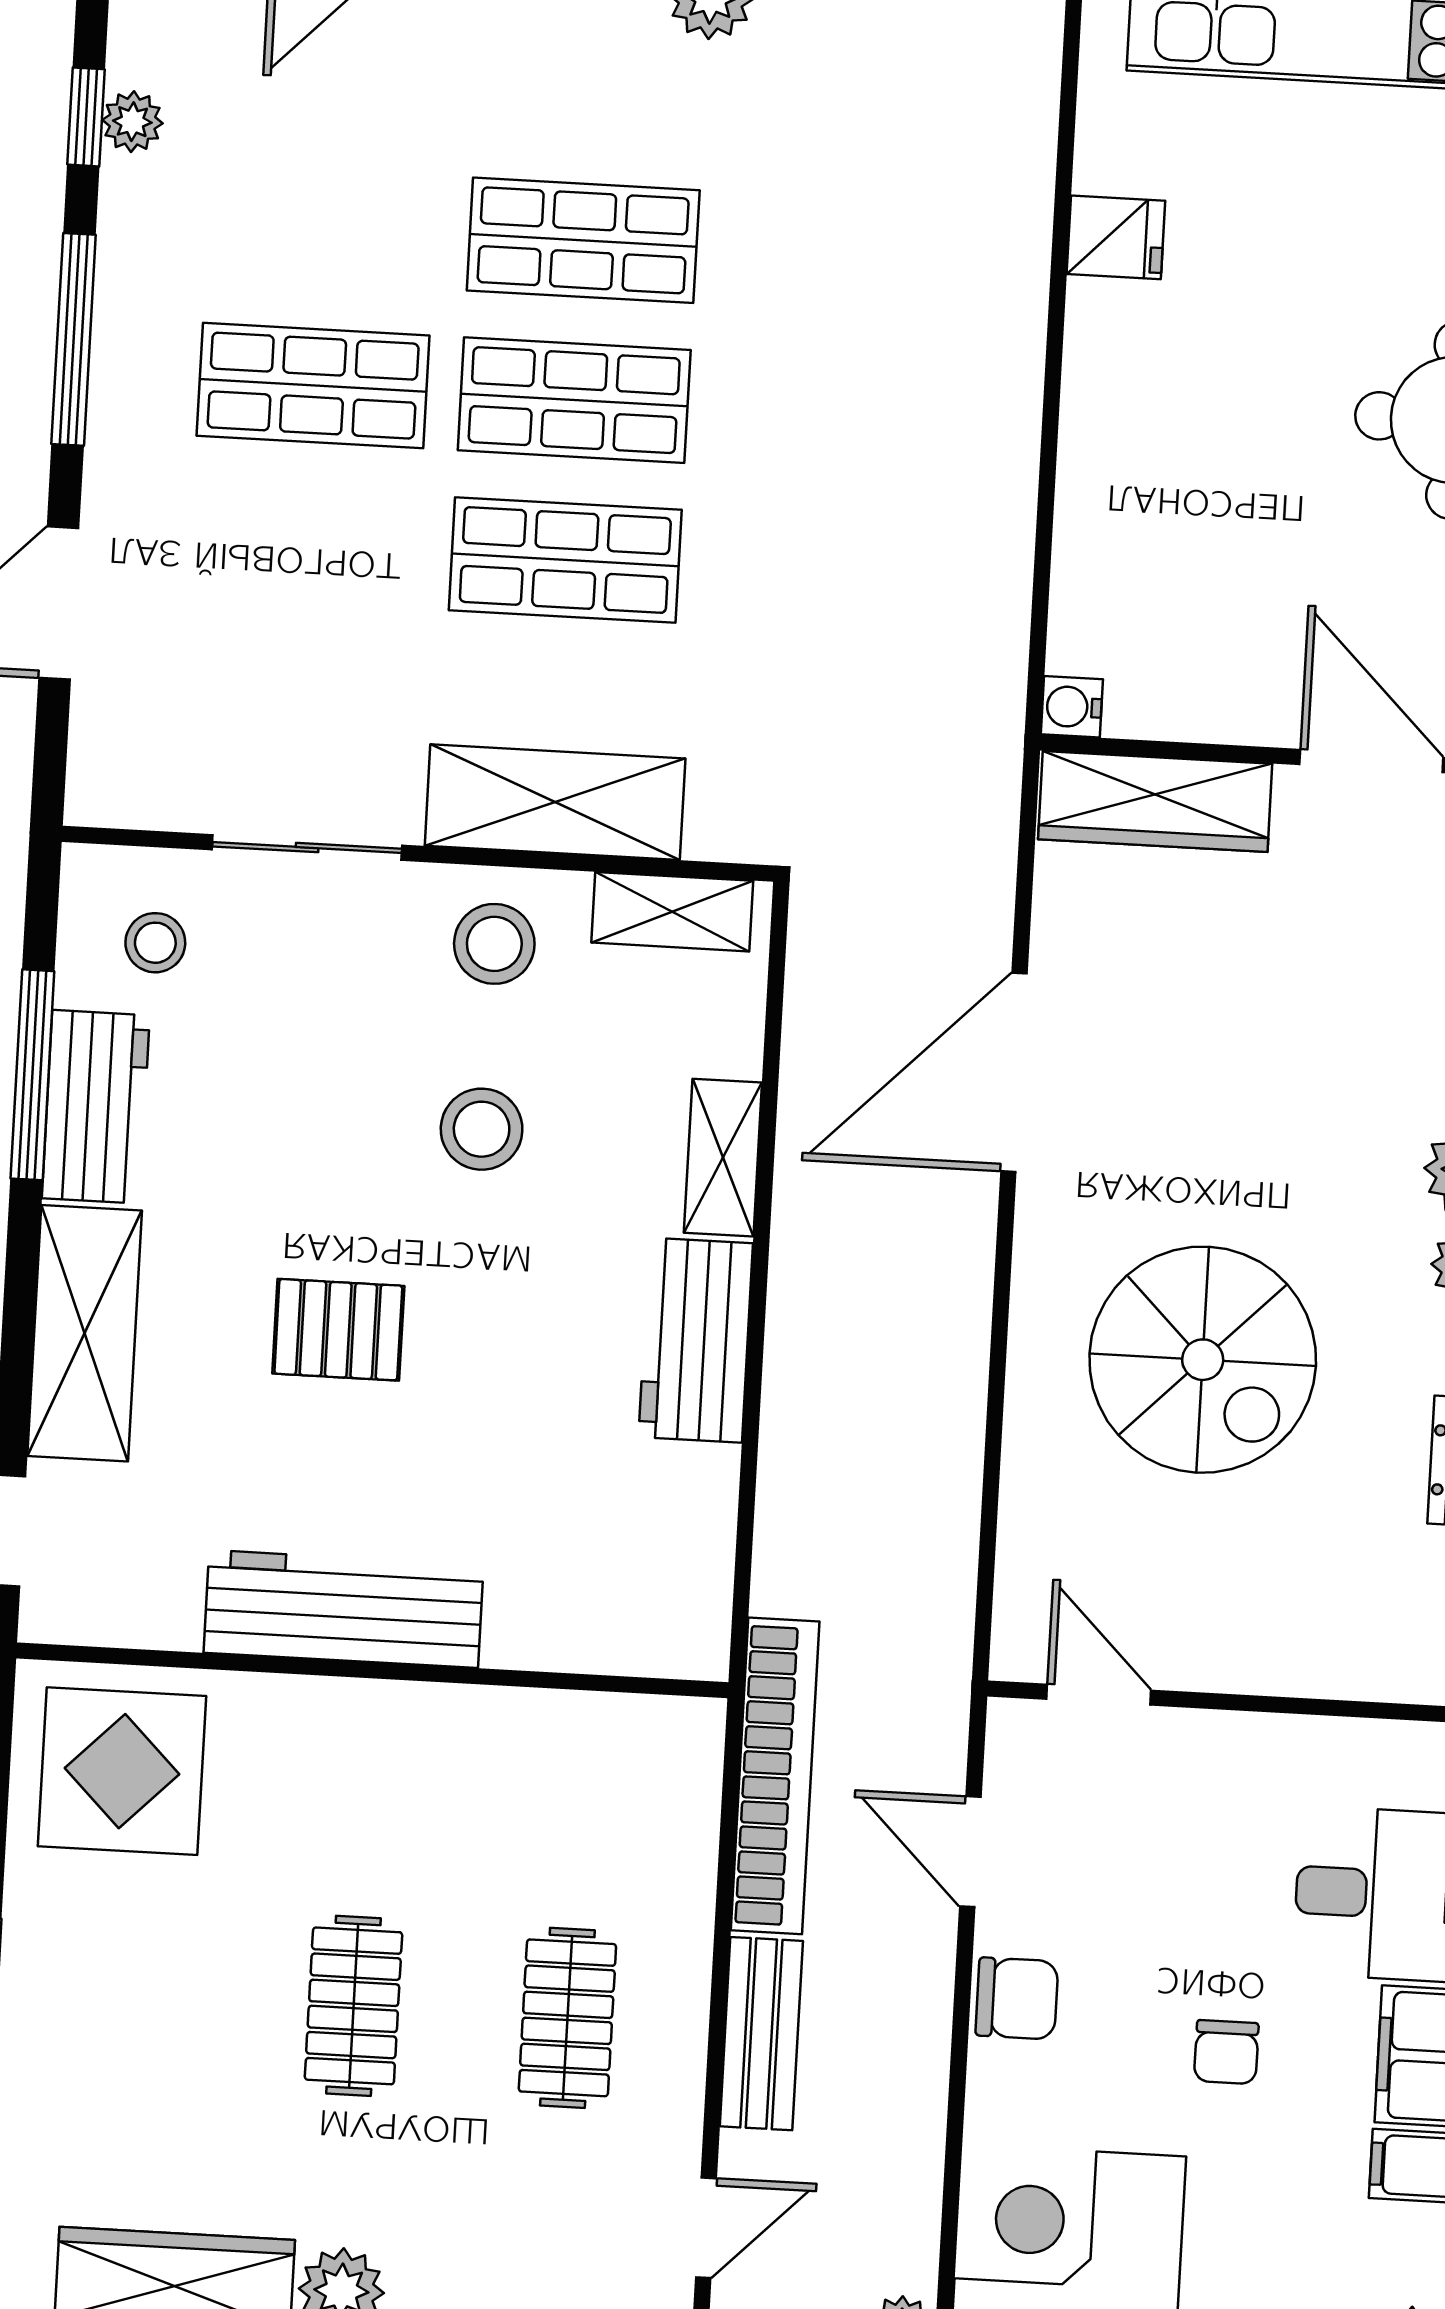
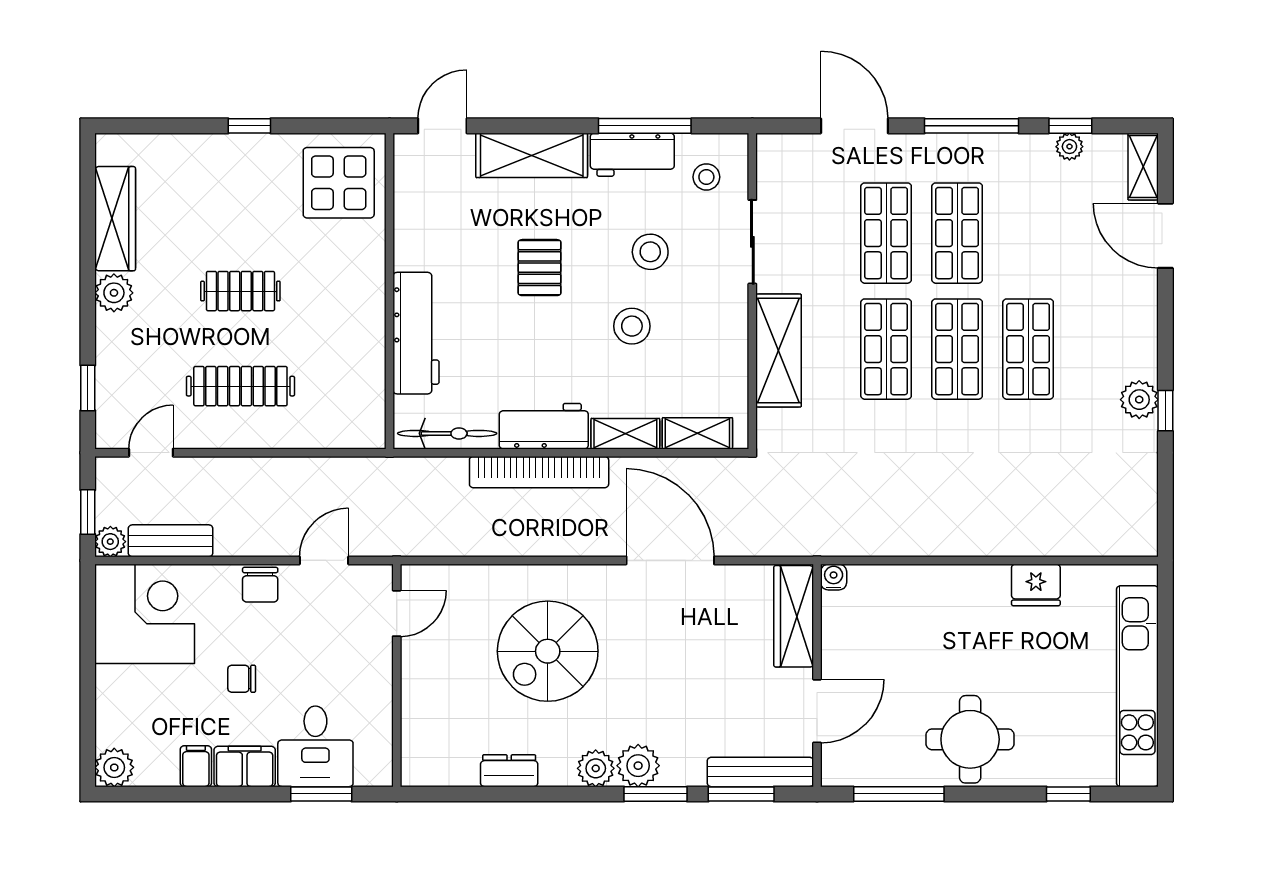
fridge: (1116, 237) -> (1036, 585), width x1.38
shop shelf: (304, 545) -> (886, 233), added
shelving: (672, 912) -> (697, 433), moved, turned 90
stool: (494, 944) -> (650, 252), moved
bicycle: (700, 1559) -> (447, 433), added
workbench: (344, 1609) -> (416, 333), moved
bookcase: (775, 1776) -> (539, 472), moved
clothes rail: (567, 2018) -> (240, 386), width x1.36
bench: (761, 2034) -> (171, 541), moved
door: (706, 2228) -> (151, 453), swing flipped

